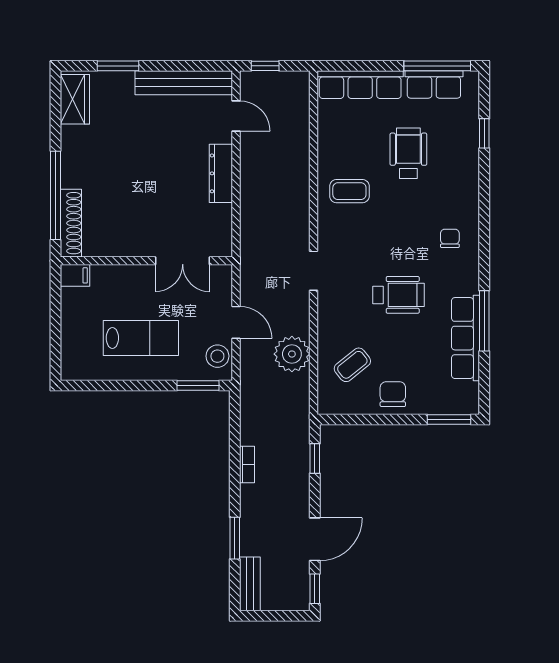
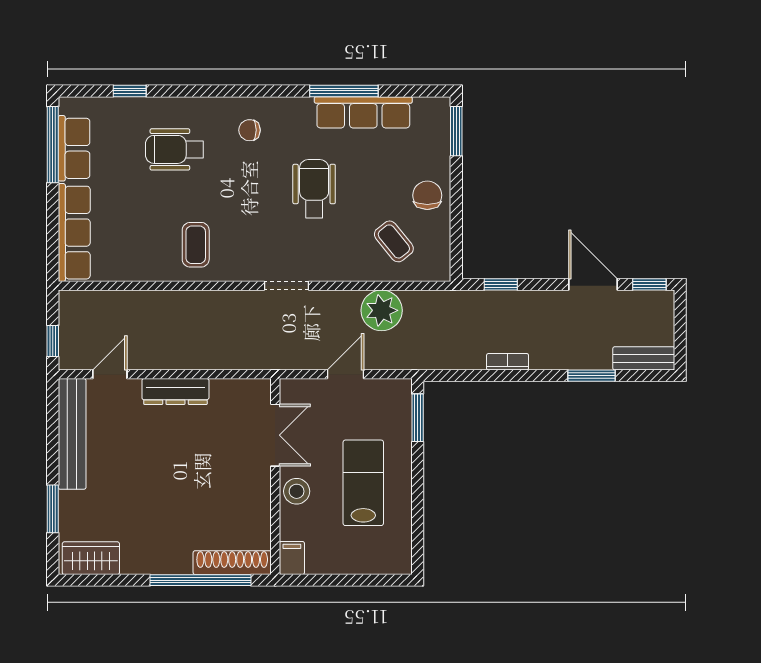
wheelchair: (408, 153) -> (175, 149), moved
stool: (217, 356) -> (297, 491), moved
chair: (393, 394) -> (427, 195), turned 90

